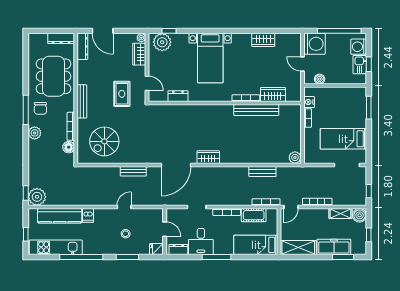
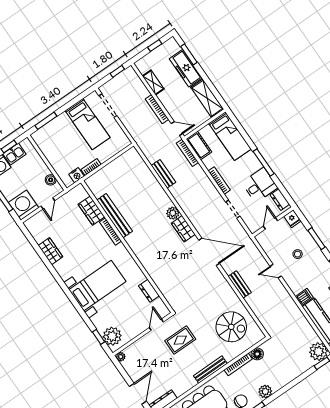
wardrobe: (139, 54) -> (136, 349), removed
plant: (295, 158) -> (173, 213), moved
cot: (254, 215) -> (199, 146), moved
boiler: (360, 215) -> (143, 65), removed

